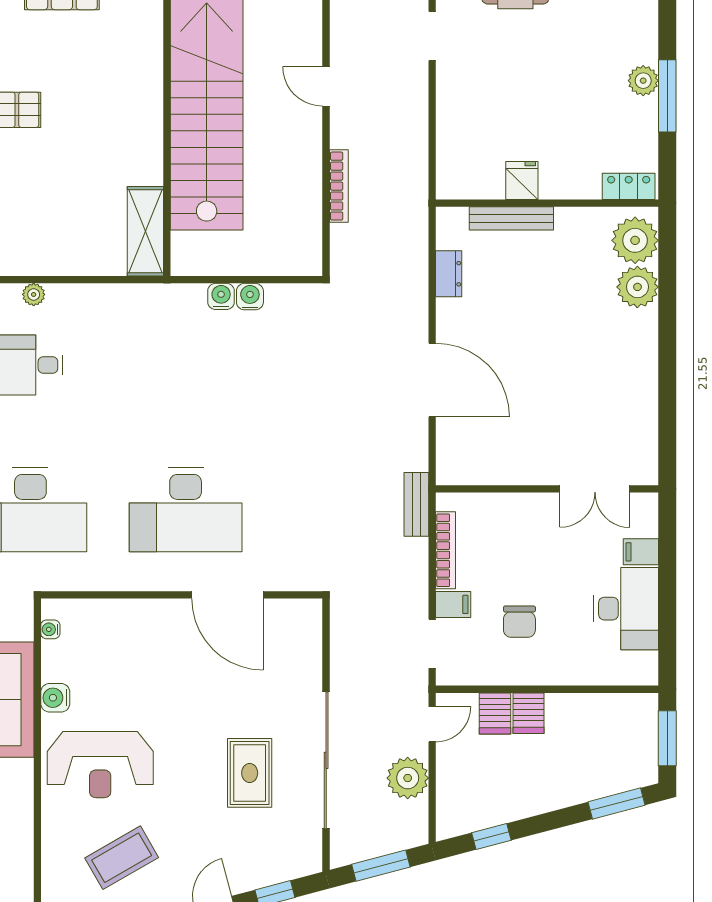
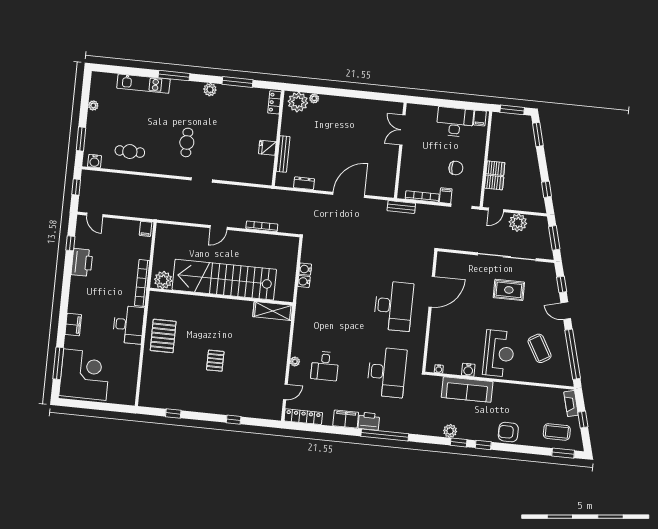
plant: (643, 81) -> (210, 90), moved
plant: (637, 287) -> (314, 98), width x0.53, depth x0.53
double door: (595, 489) -> (402, 130), swing flipped
filing cabinet: (641, 552) -> (480, 118), moved
door: (432, 724) -> (496, 210), swing flipped

